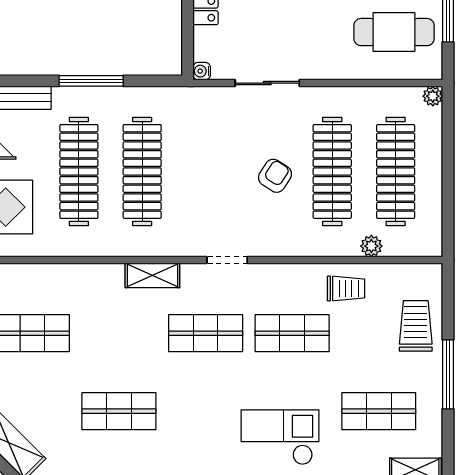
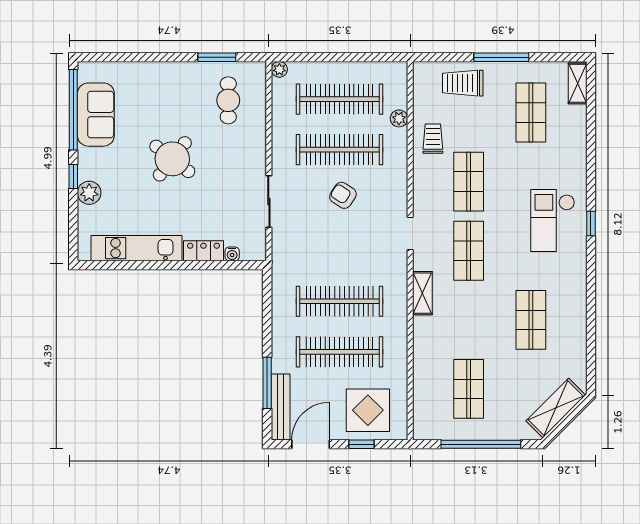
cafe table: (394, 32) -> (228, 100), width x0.73, depth x0.74
water cooler: (202, 71) -> (232, 254), moved
window: (91, 81) -> (267, 383), moved
checkout: (280, 437) -> (553, 220), moved

